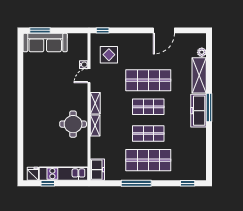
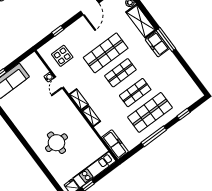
window: (103, 30) -> (58, 31), moved
freezer: (199, 111) -> (157, 44), width x0.71
round table: (73, 124) -> (56, 143), moved
freezer: (97, 170) -> (115, 145), width x1.40
window: (188, 183) -> (184, 114), moved

